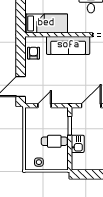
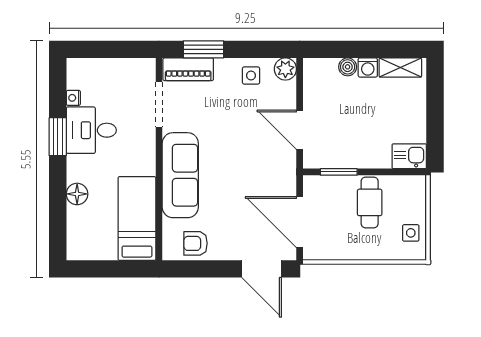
door: (44, 106) -> (300, 222), width x1.88
kitchen sink: (78, 144) -> (409, 156), moved

